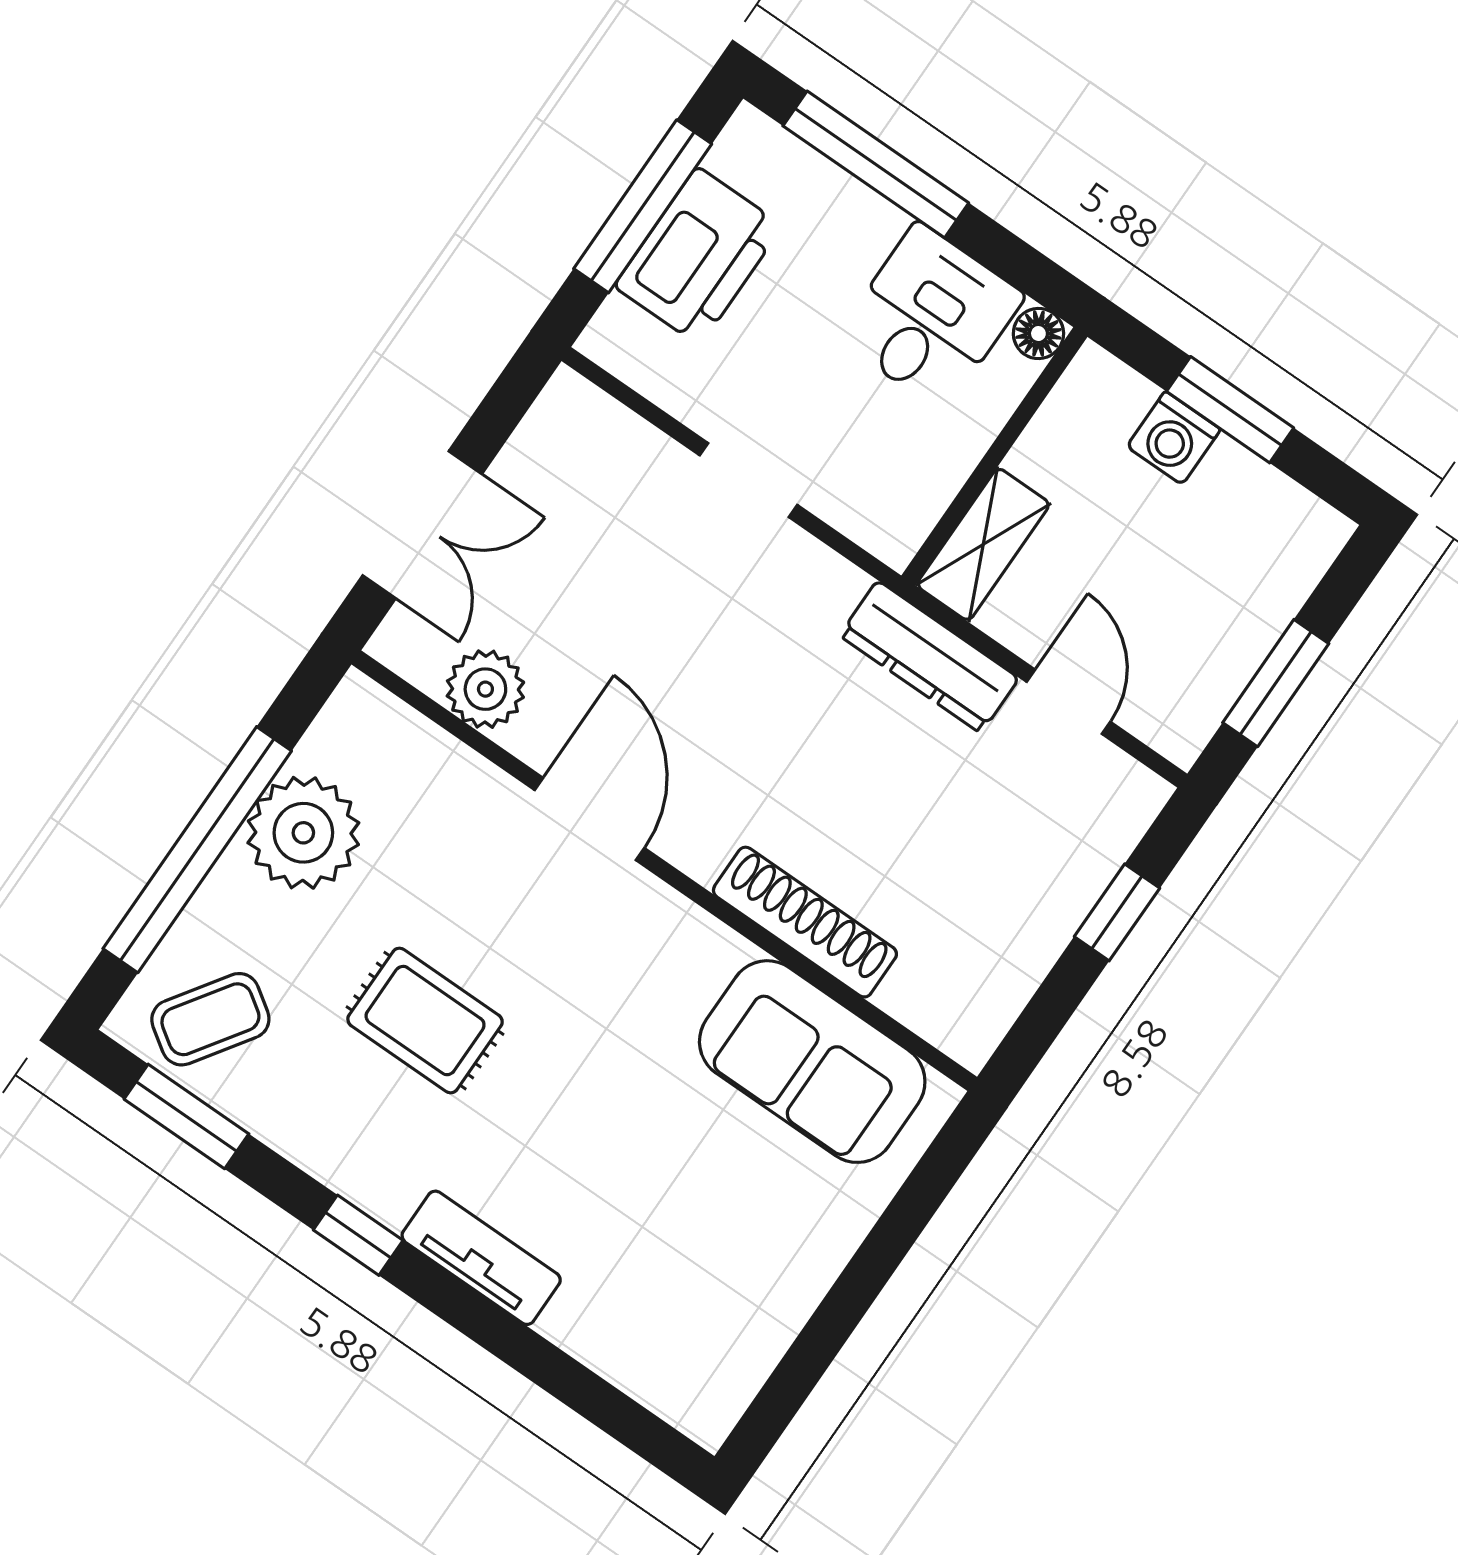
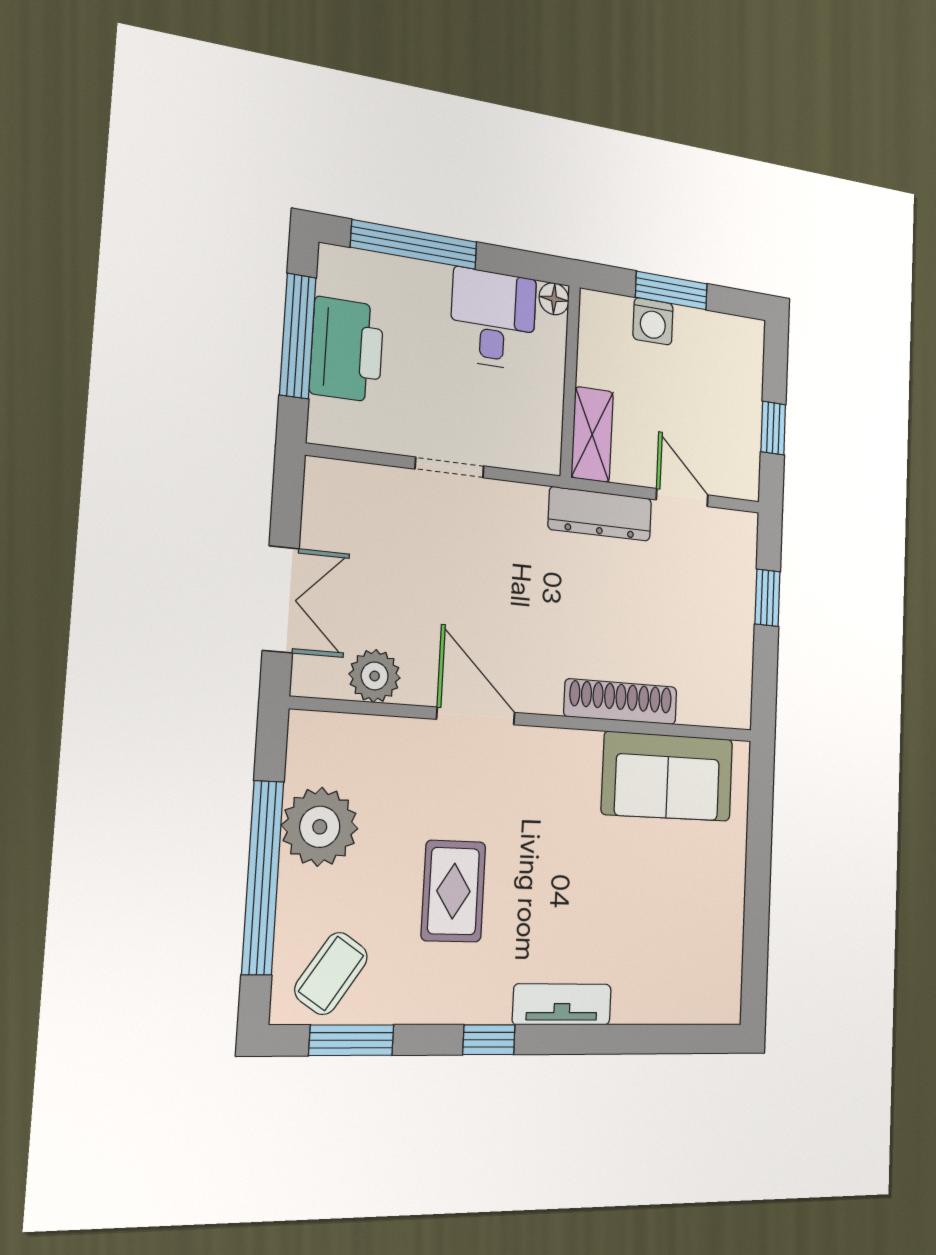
window: (1276, 683) -> (773, 428), width x0.67
rug: (425, 1021) -> (453, 891), turned 90

